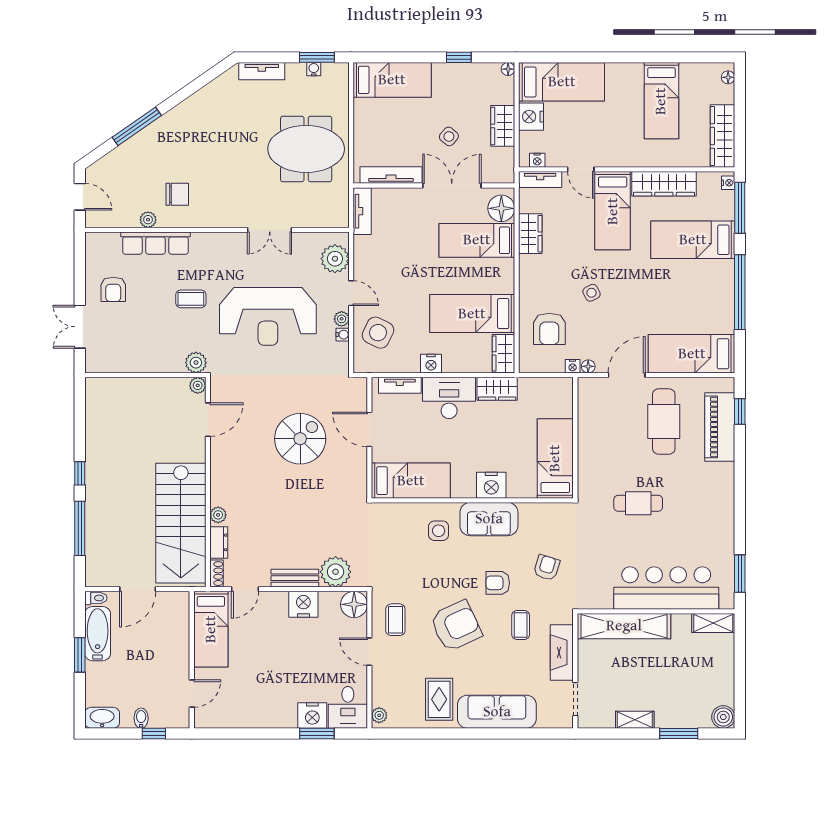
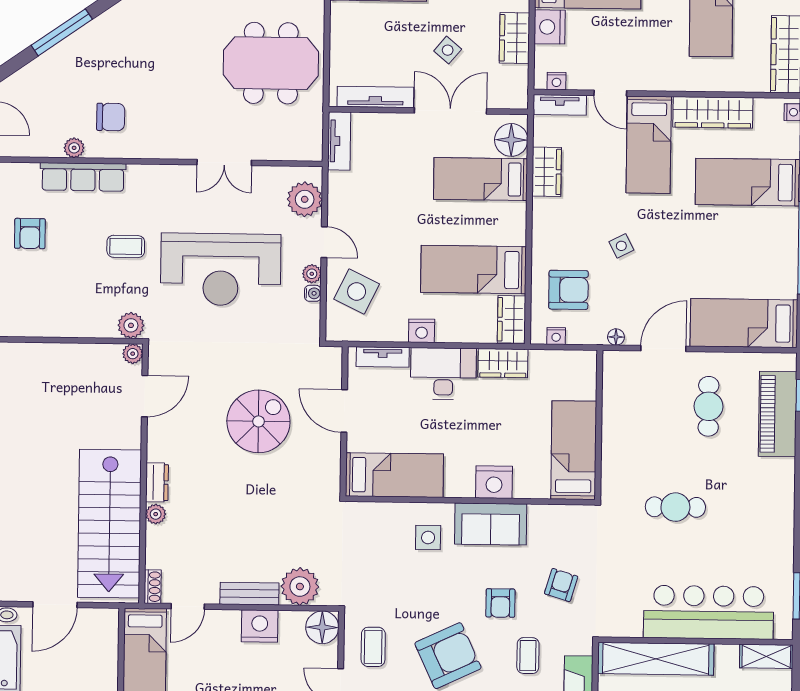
armchair: (549, 329) -> (568, 290), turned -90
nightstand: (573, 366) -> (556, 336), moved
cafe table: (664, 421) -> (708, 406), width x0.73, depth x0.74
dresser: (219, 542) -> (157, 482), moved
armchair: (498, 583) -> (500, 603), turned -90

